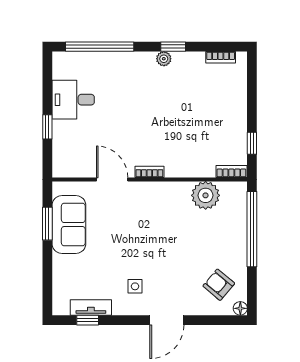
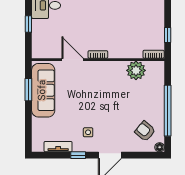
sofa: (69, 225) -> (43, 90), width x1.36
window: (252, 229) -> (168, 111), moved
window: (88, 320) -> (78, 155), moved

